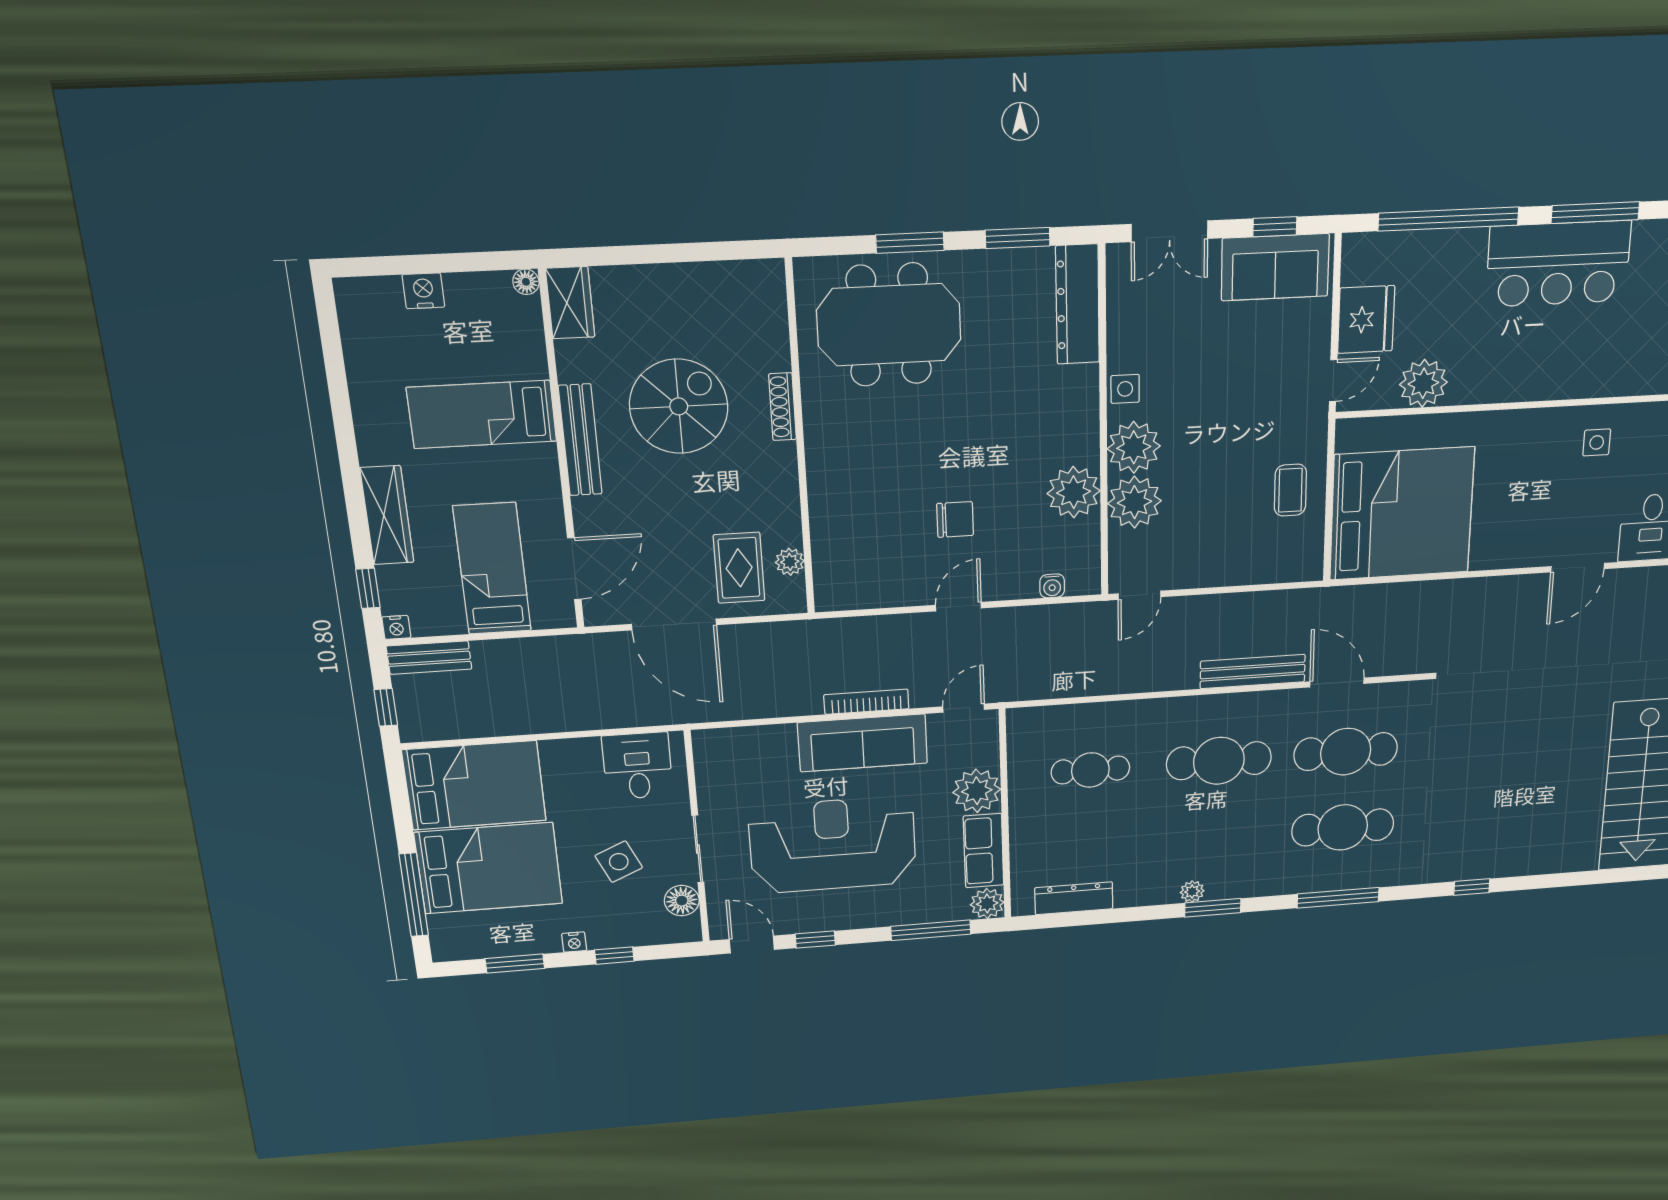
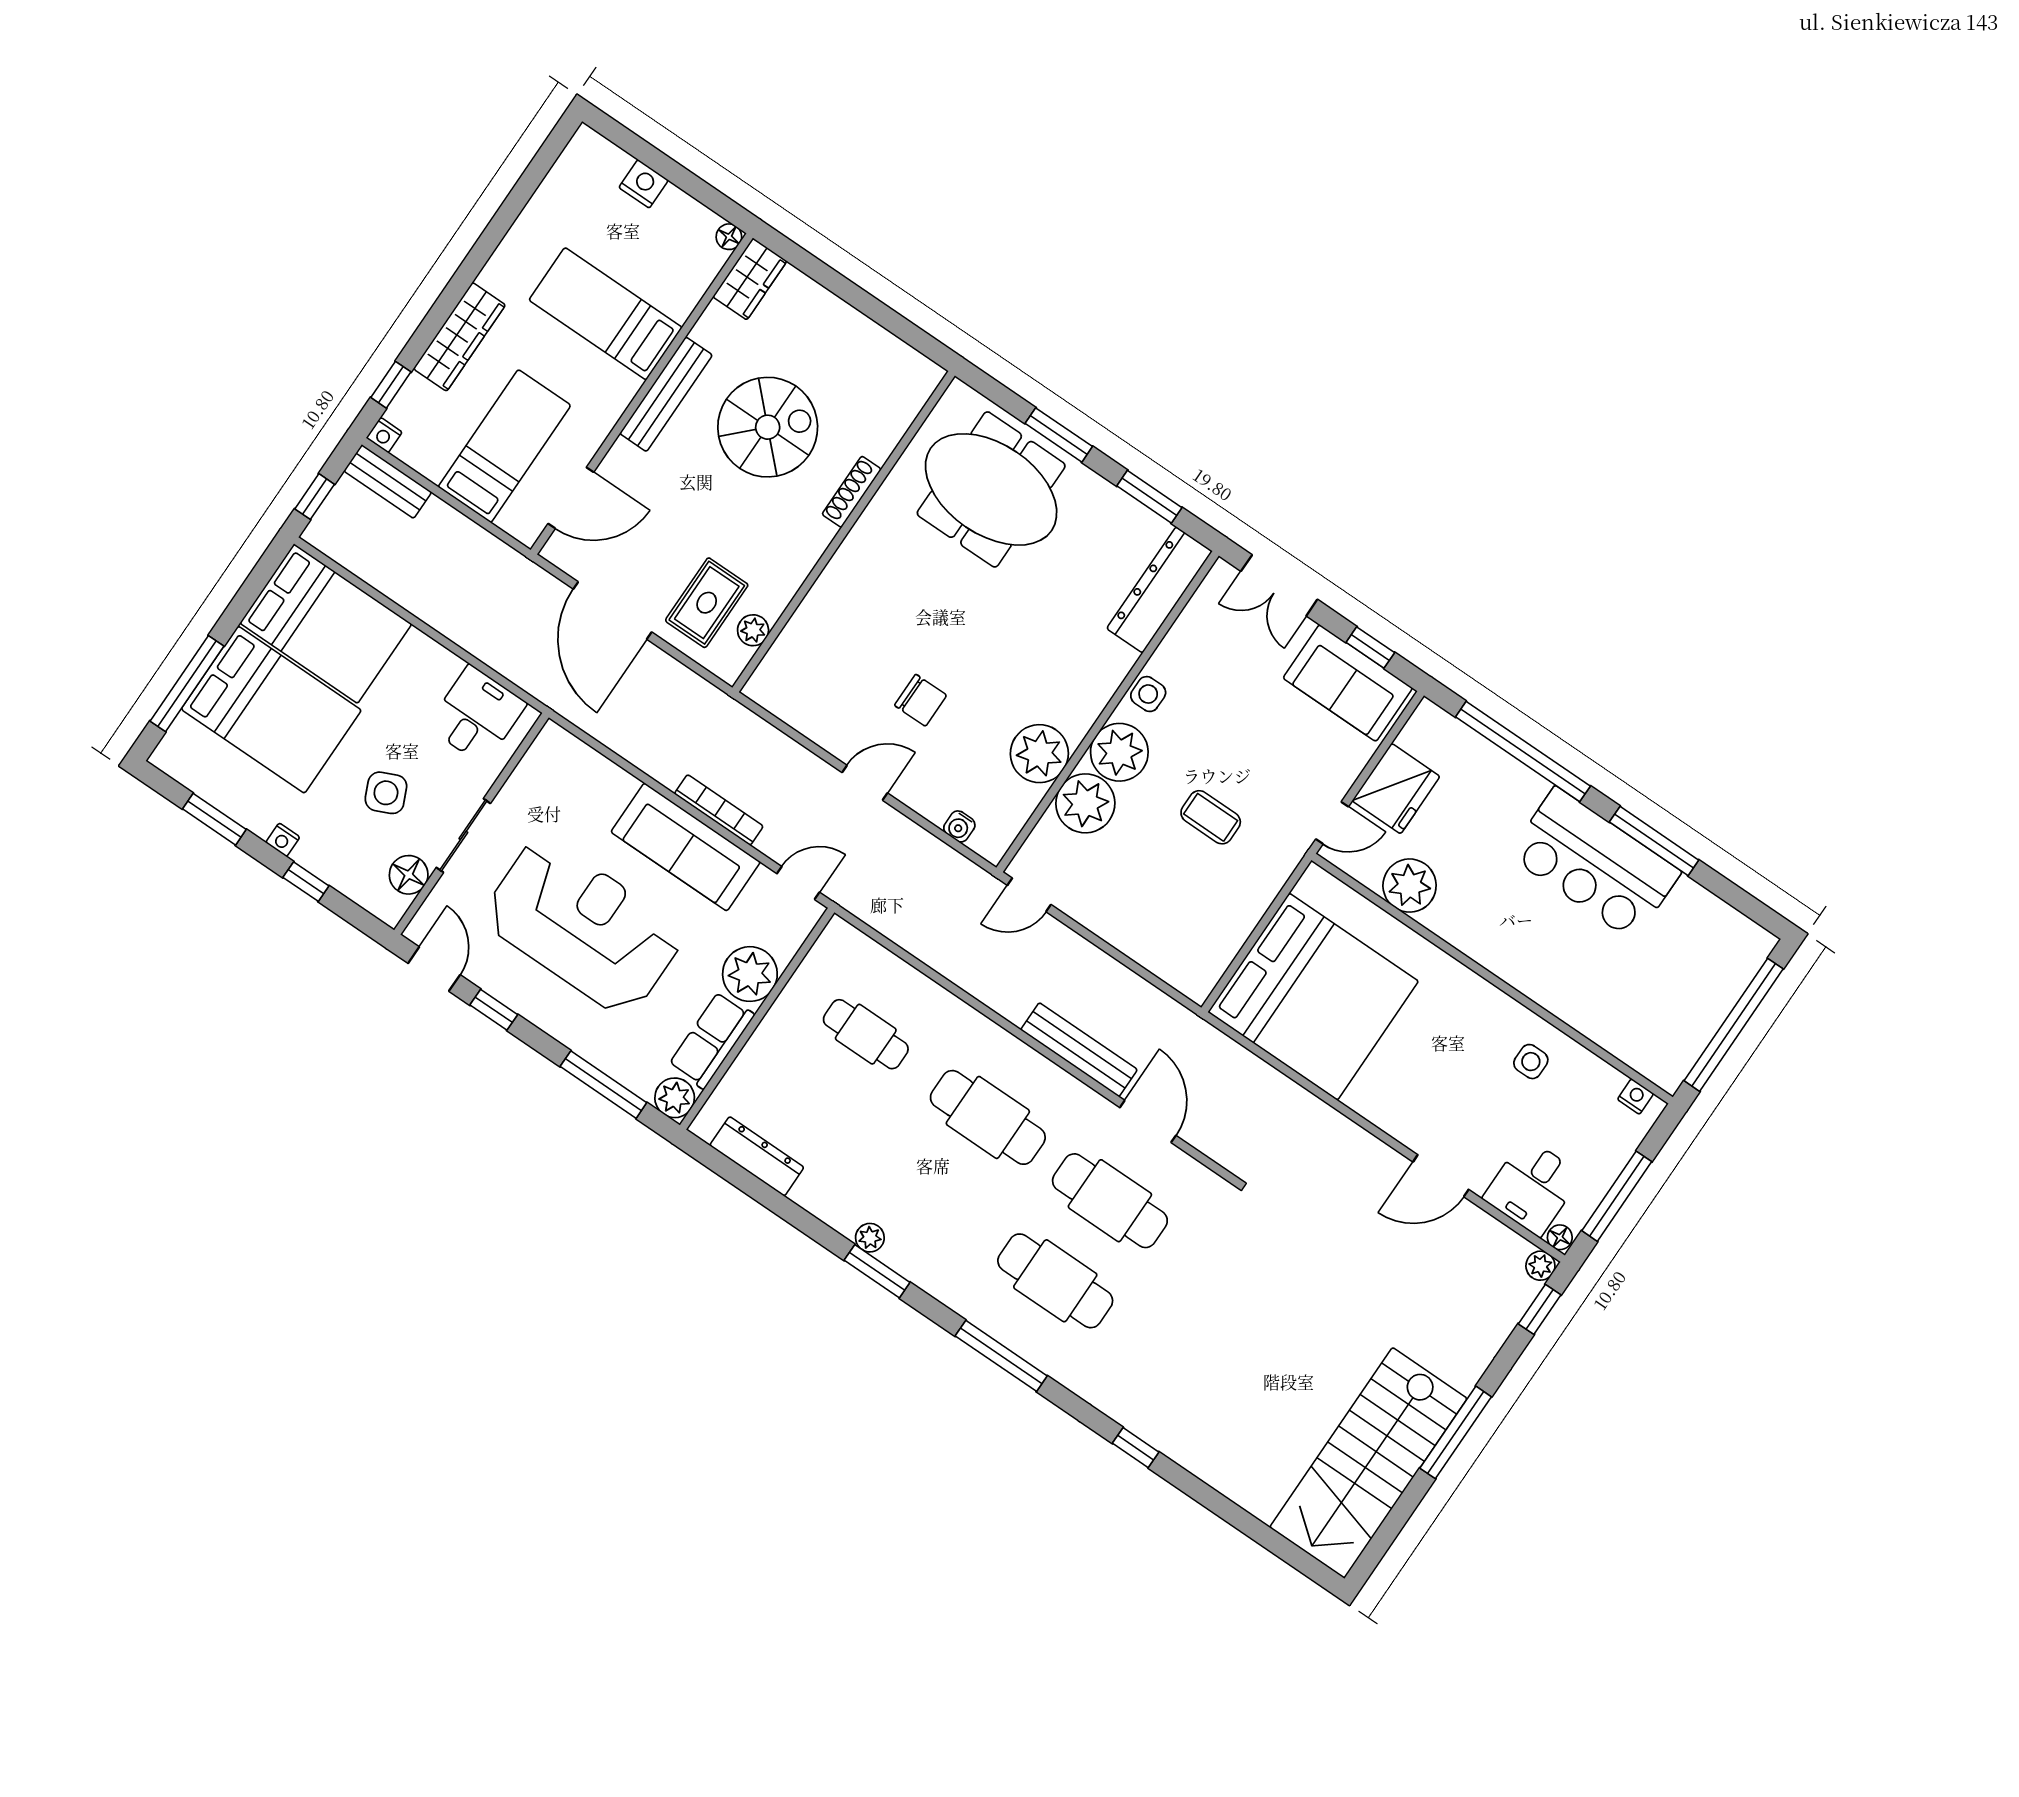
coffee table: (1290, 490) -> (1211, 817), moved, turned 90

